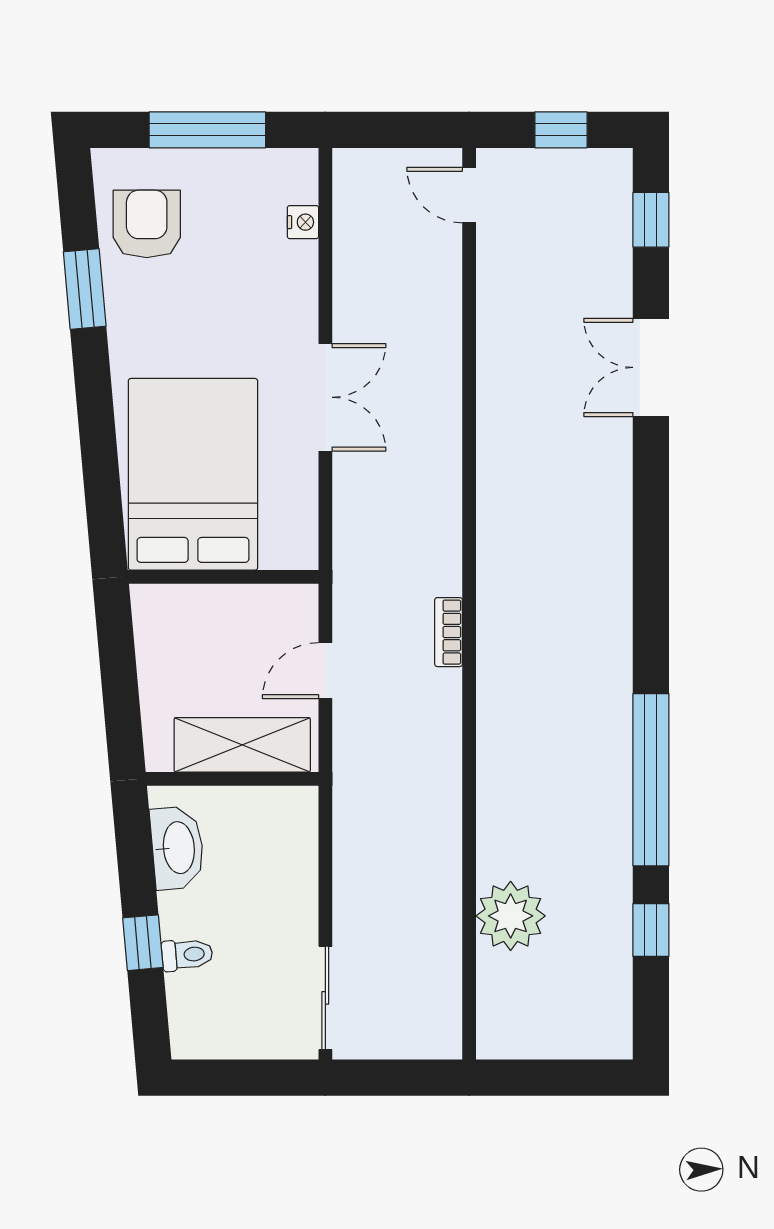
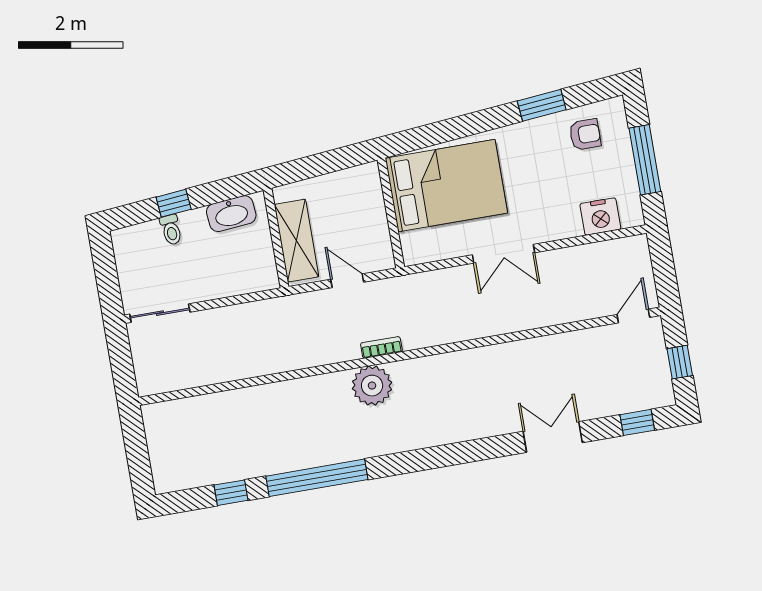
nightstand: (303, 222) -> (600, 217), width x1.89, depth x1.79
armchair: (147, 224) -> (585, 134), width x0.72, depth x0.72
plant: (511, 916) -> (372, 386), moved

